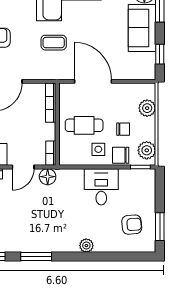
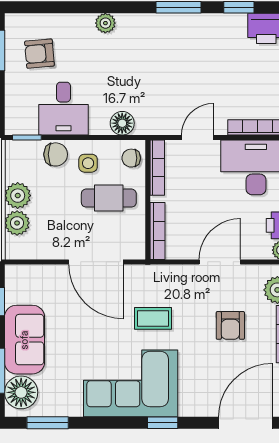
chair: (123, 129) -> (131, 158), moved
plant: (147, 150) -> (18, 196), moved
bookcase: (51, 153) -> (157, 168), width x1.56
floor lamp: (48, 177) -> (122, 123), moved
desk: (101, 187) -> (63, 109), moved

